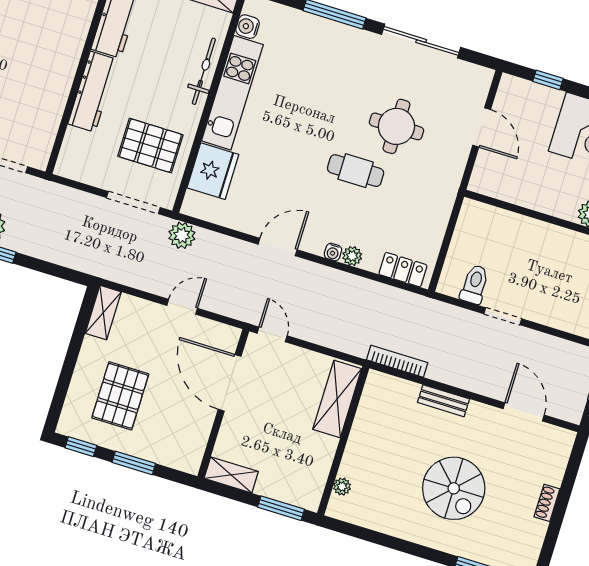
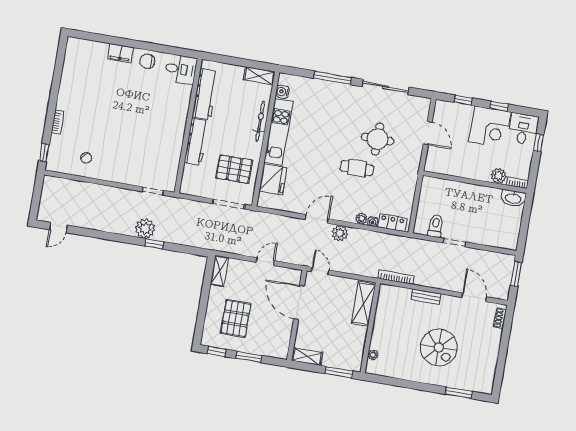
plant: (182, 235) -> (340, 233), moved
water cooler: (333, 252) -> (373, 222), moved
shoe rack: (547, 503) -> (500, 318), moved

